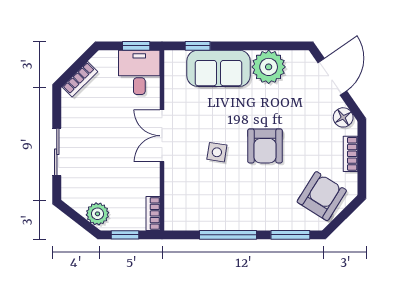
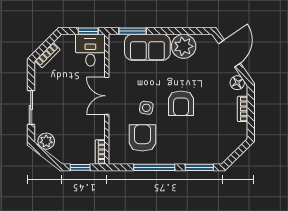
window: (198, 46) -> (132, 31), width x1.50
armchair: (322, 196) -> (142, 138), moved, turned -32
plant: (98, 214) -> (46, 141), moved

